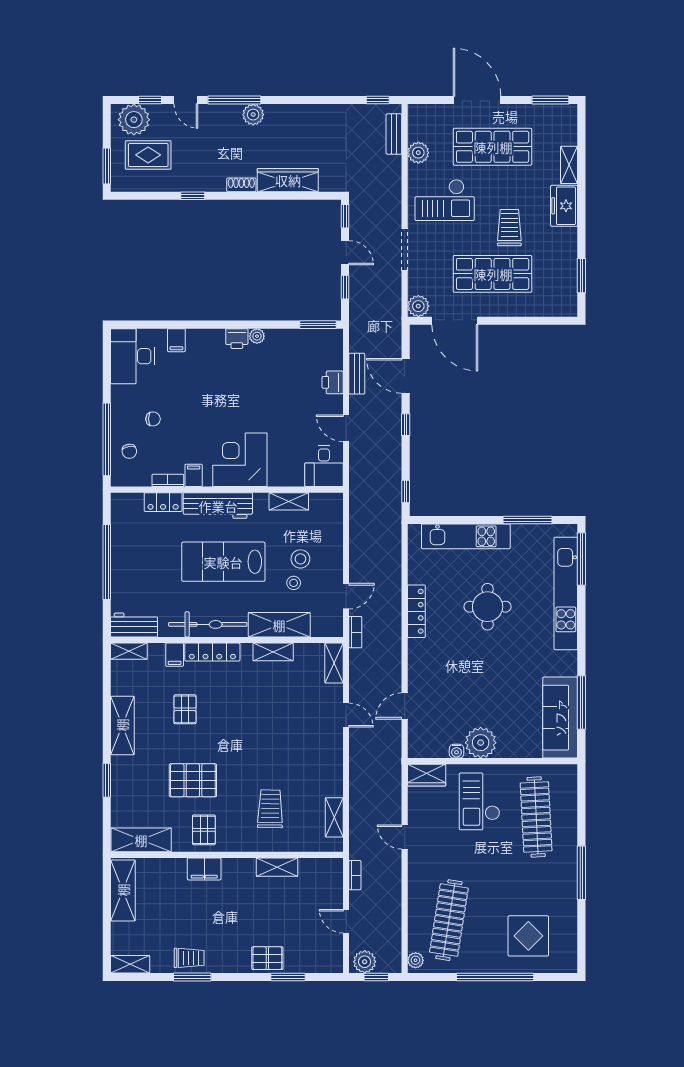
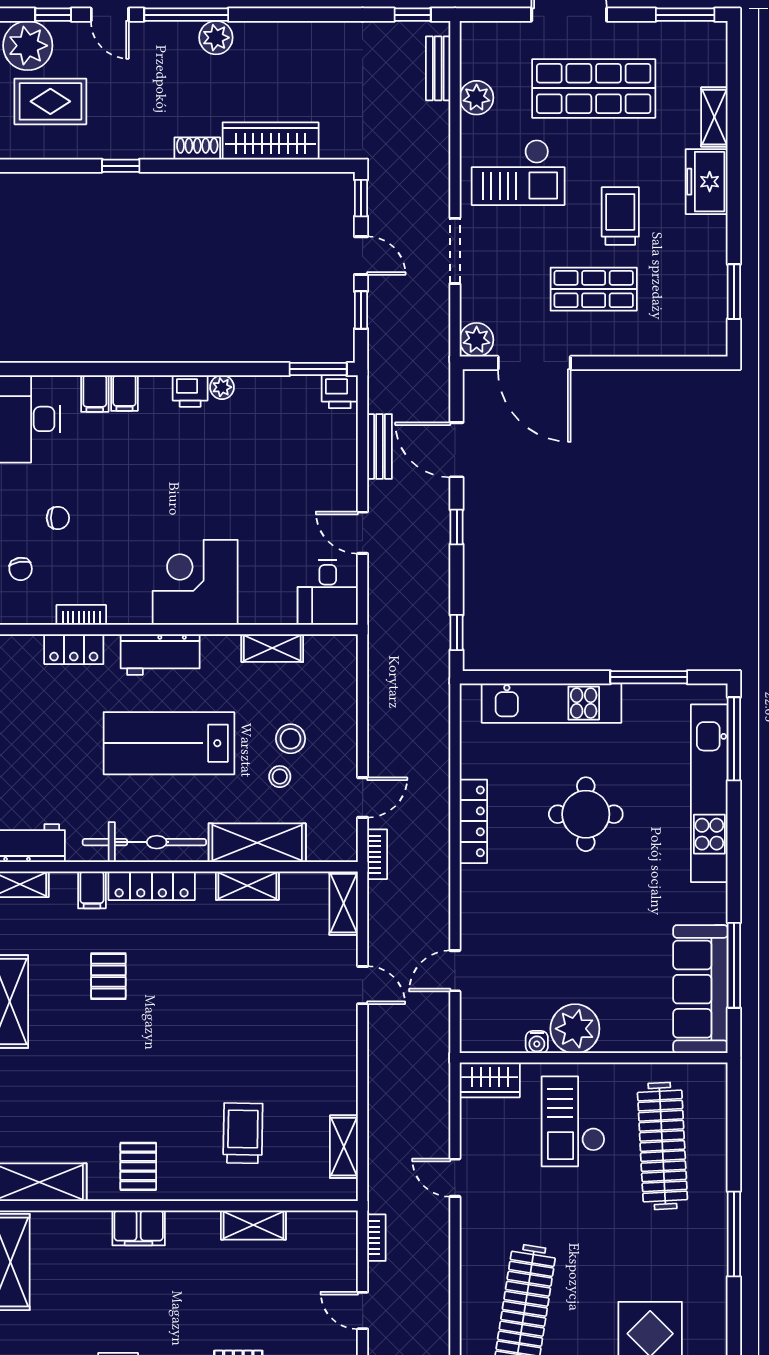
shop shelf: (493, 274) -> (594, 289), width x0.70, depth x0.74
printer: (333, 382) -> (340, 392), moved, turned -90
filing cabinet: (194, 475) -> (124, 393), moved, turned 180
workbench: (218, 506) -> (160, 655), width x0.73
pallet: (193, 780) -> (121, 1088), removed

